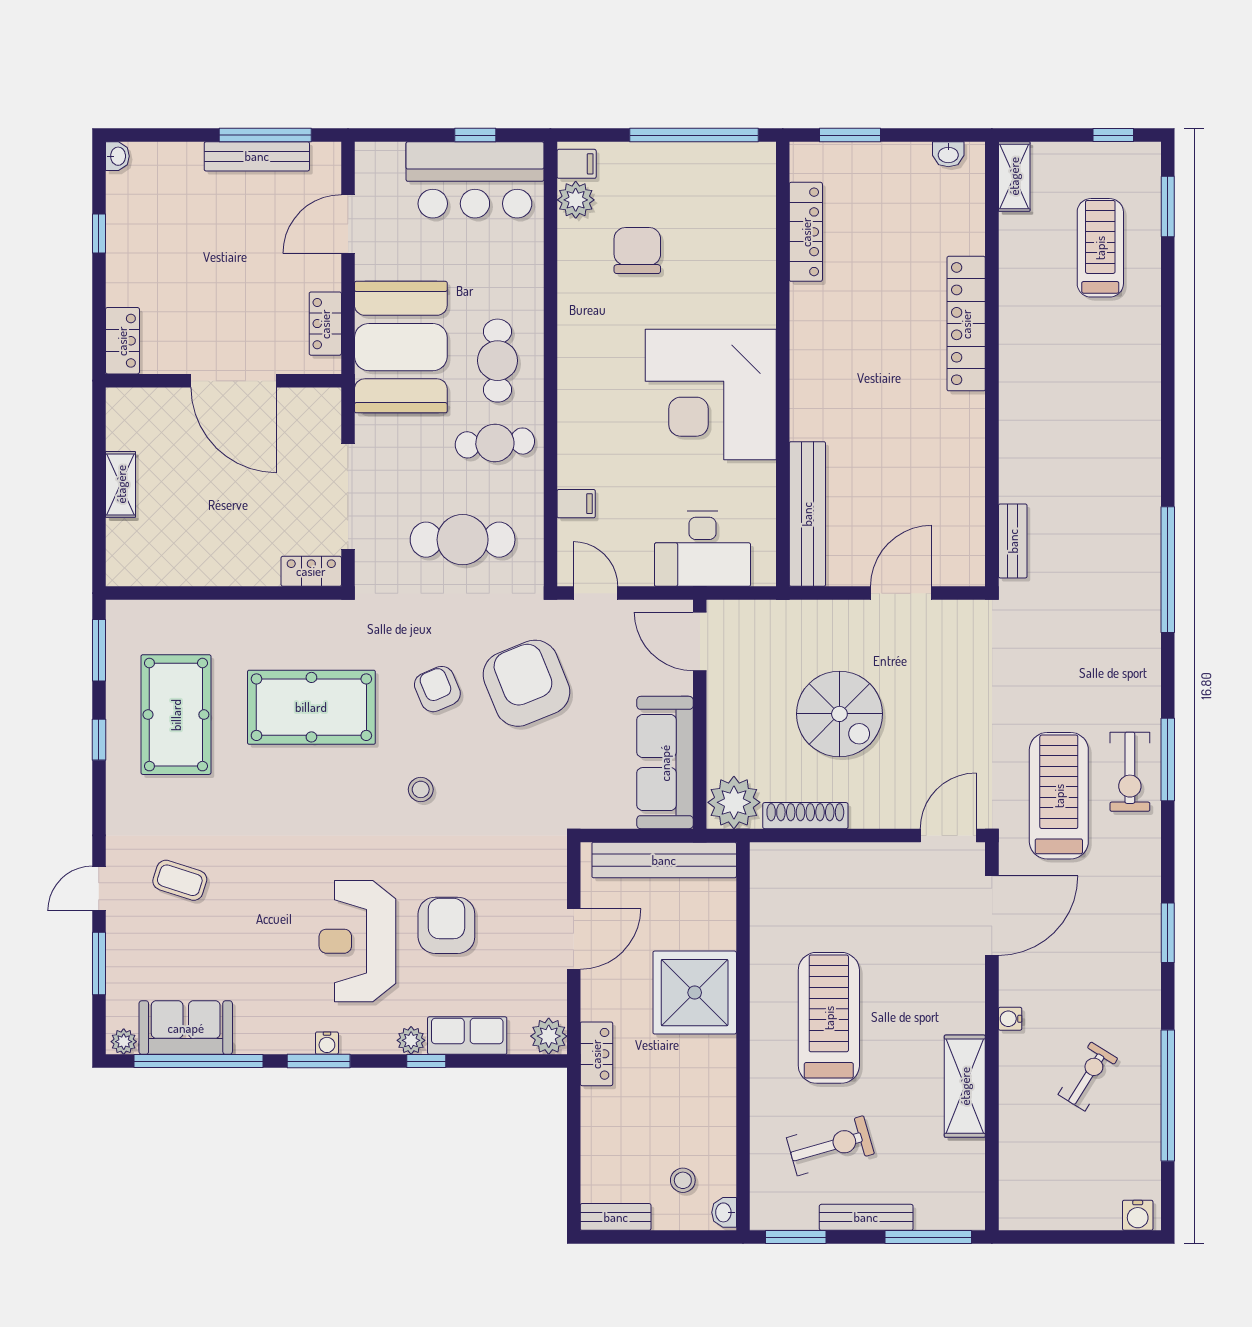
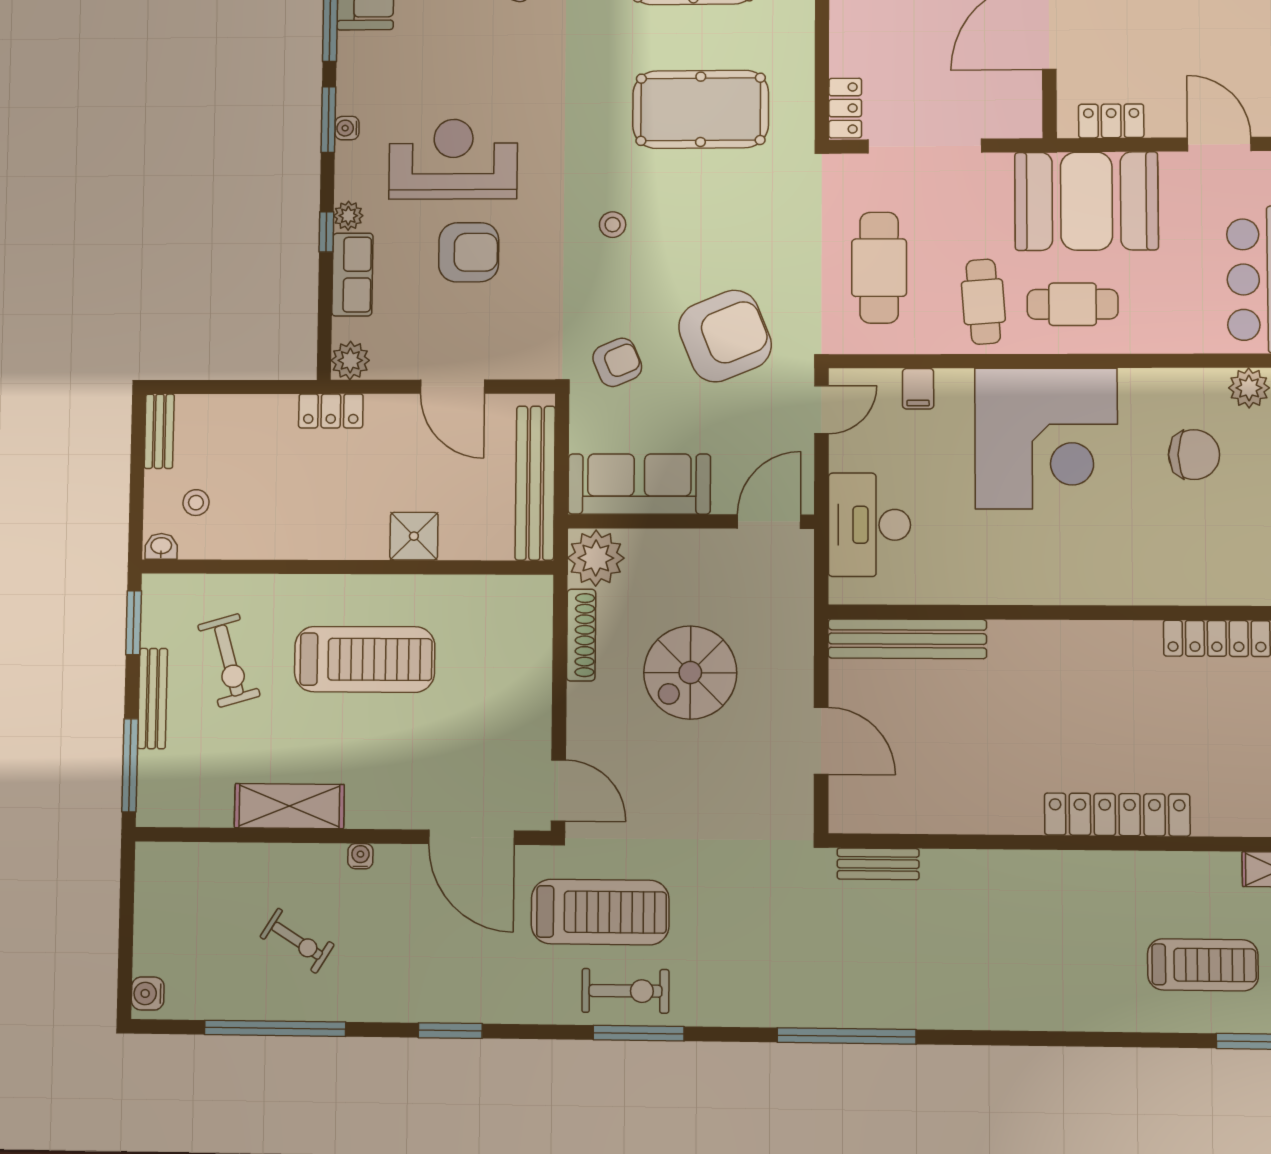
corner desk: (711, 394) -> (1046, 438), moved, turned 180
armchair: (437, 689) -> (617, 362), moved
pool table: (311, 707) -> (701, 109), turned 90
exercise bike: (1130, 772) -> (625, 991), turned 180
shower: (695, 993) -> (414, 536), width x0.54, depth x0.54

